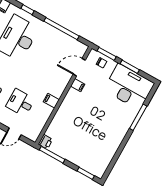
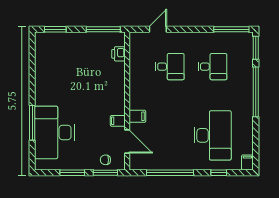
door: (79, 67) -> (127, 141), hinge flipped
desk: (129, 87) -> (54, 132), moved, turned 90
filing cabinet: (51, 101) -> (137, 116), moved
printer: (45, 142) -> (119, 54), moved

